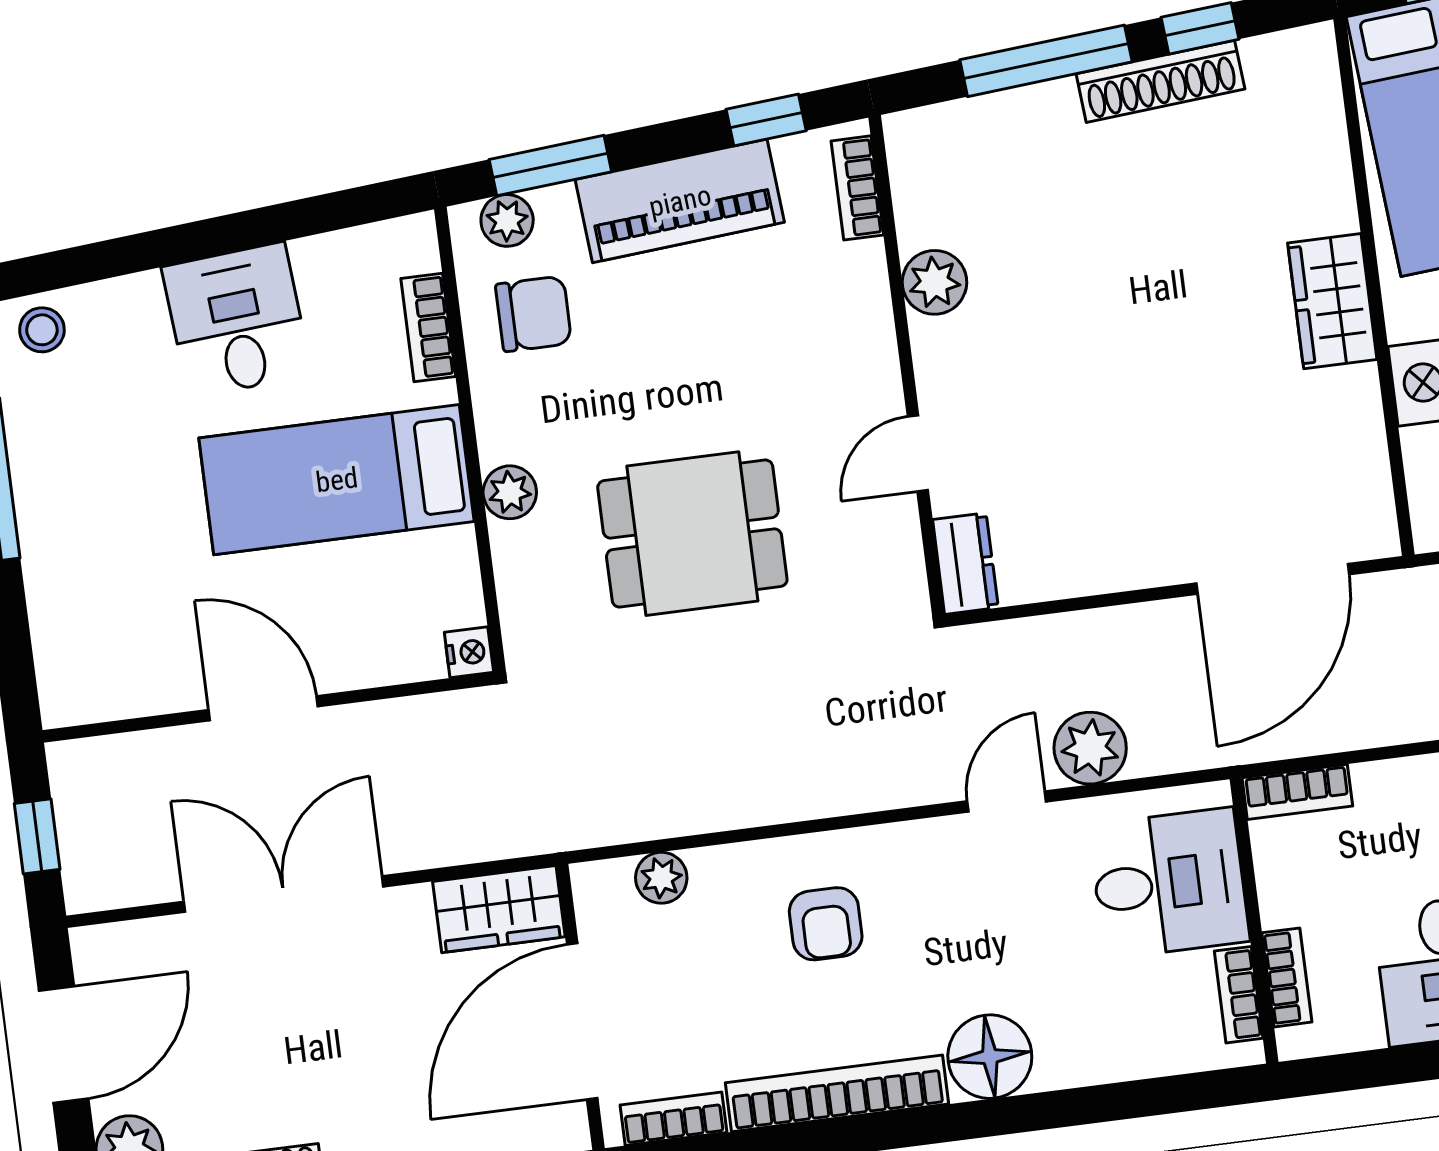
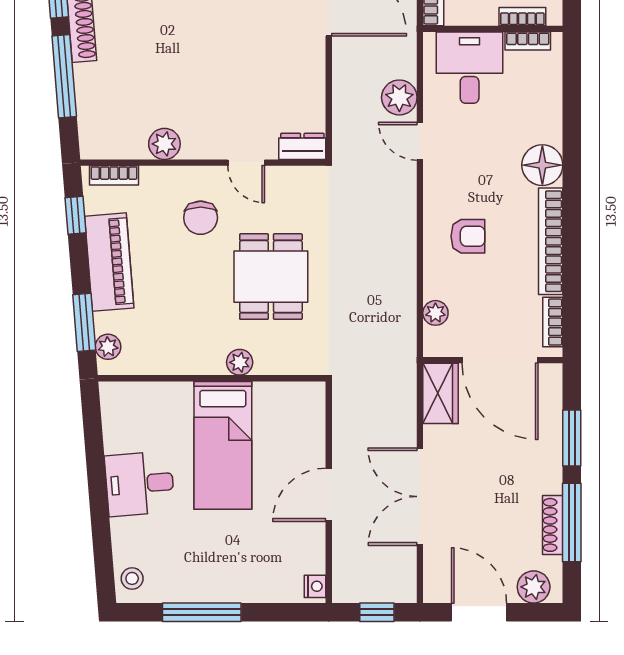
chair: (533, 314) -> (201, 218), moved, turned 180
bookcase: (428, 327) -> (155, 391), removed
nightstand: (469, 652) -> (315, 586), moved, turned 90

